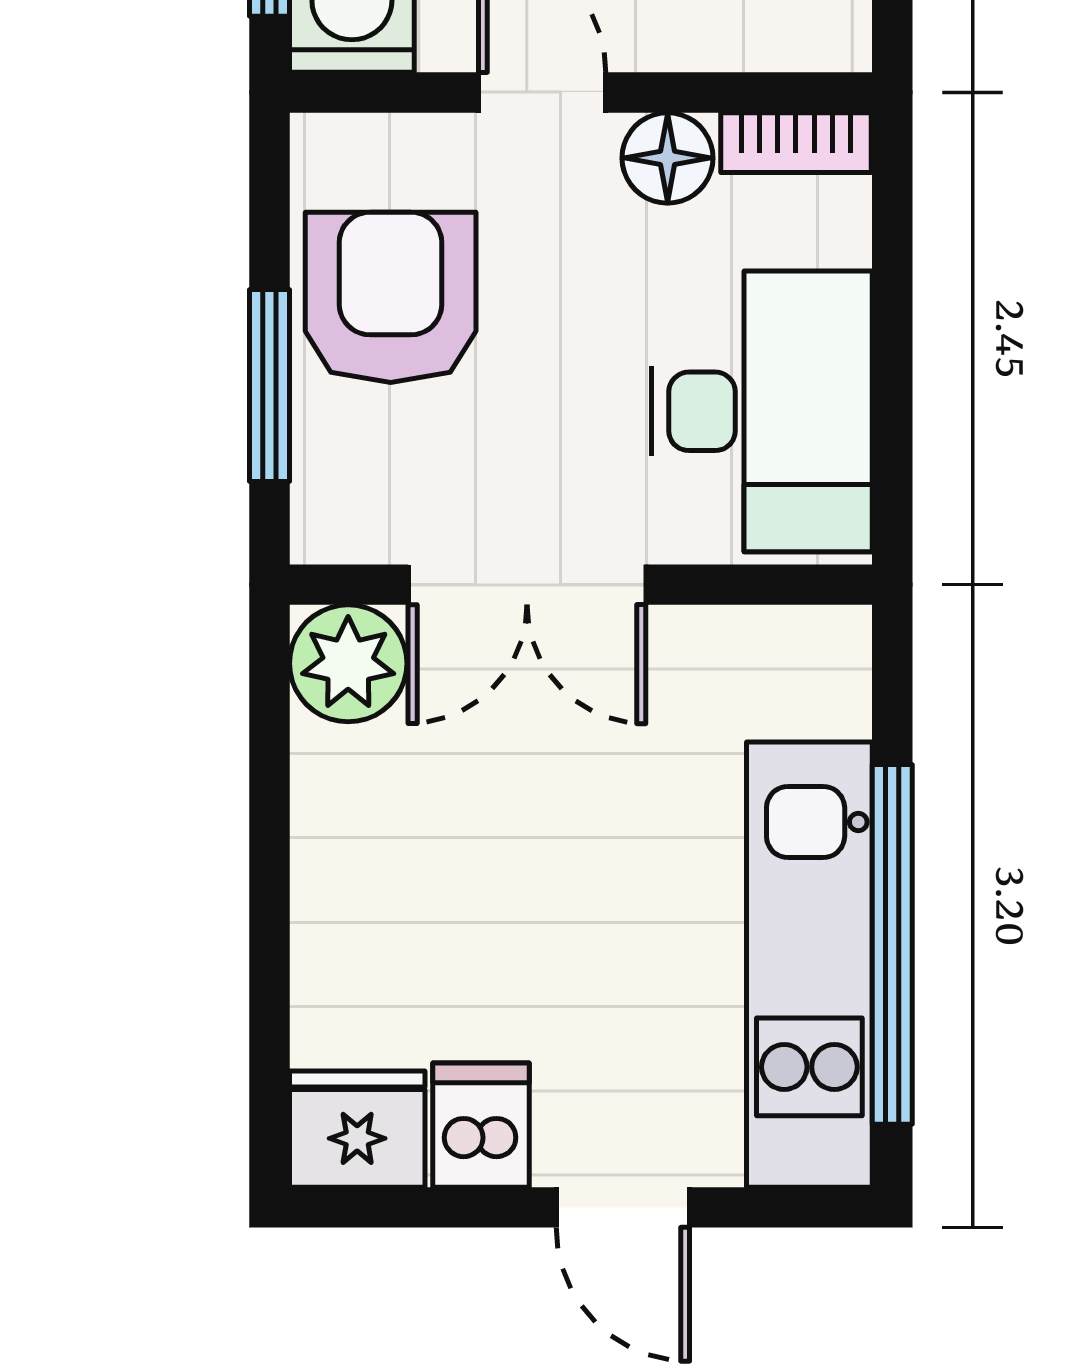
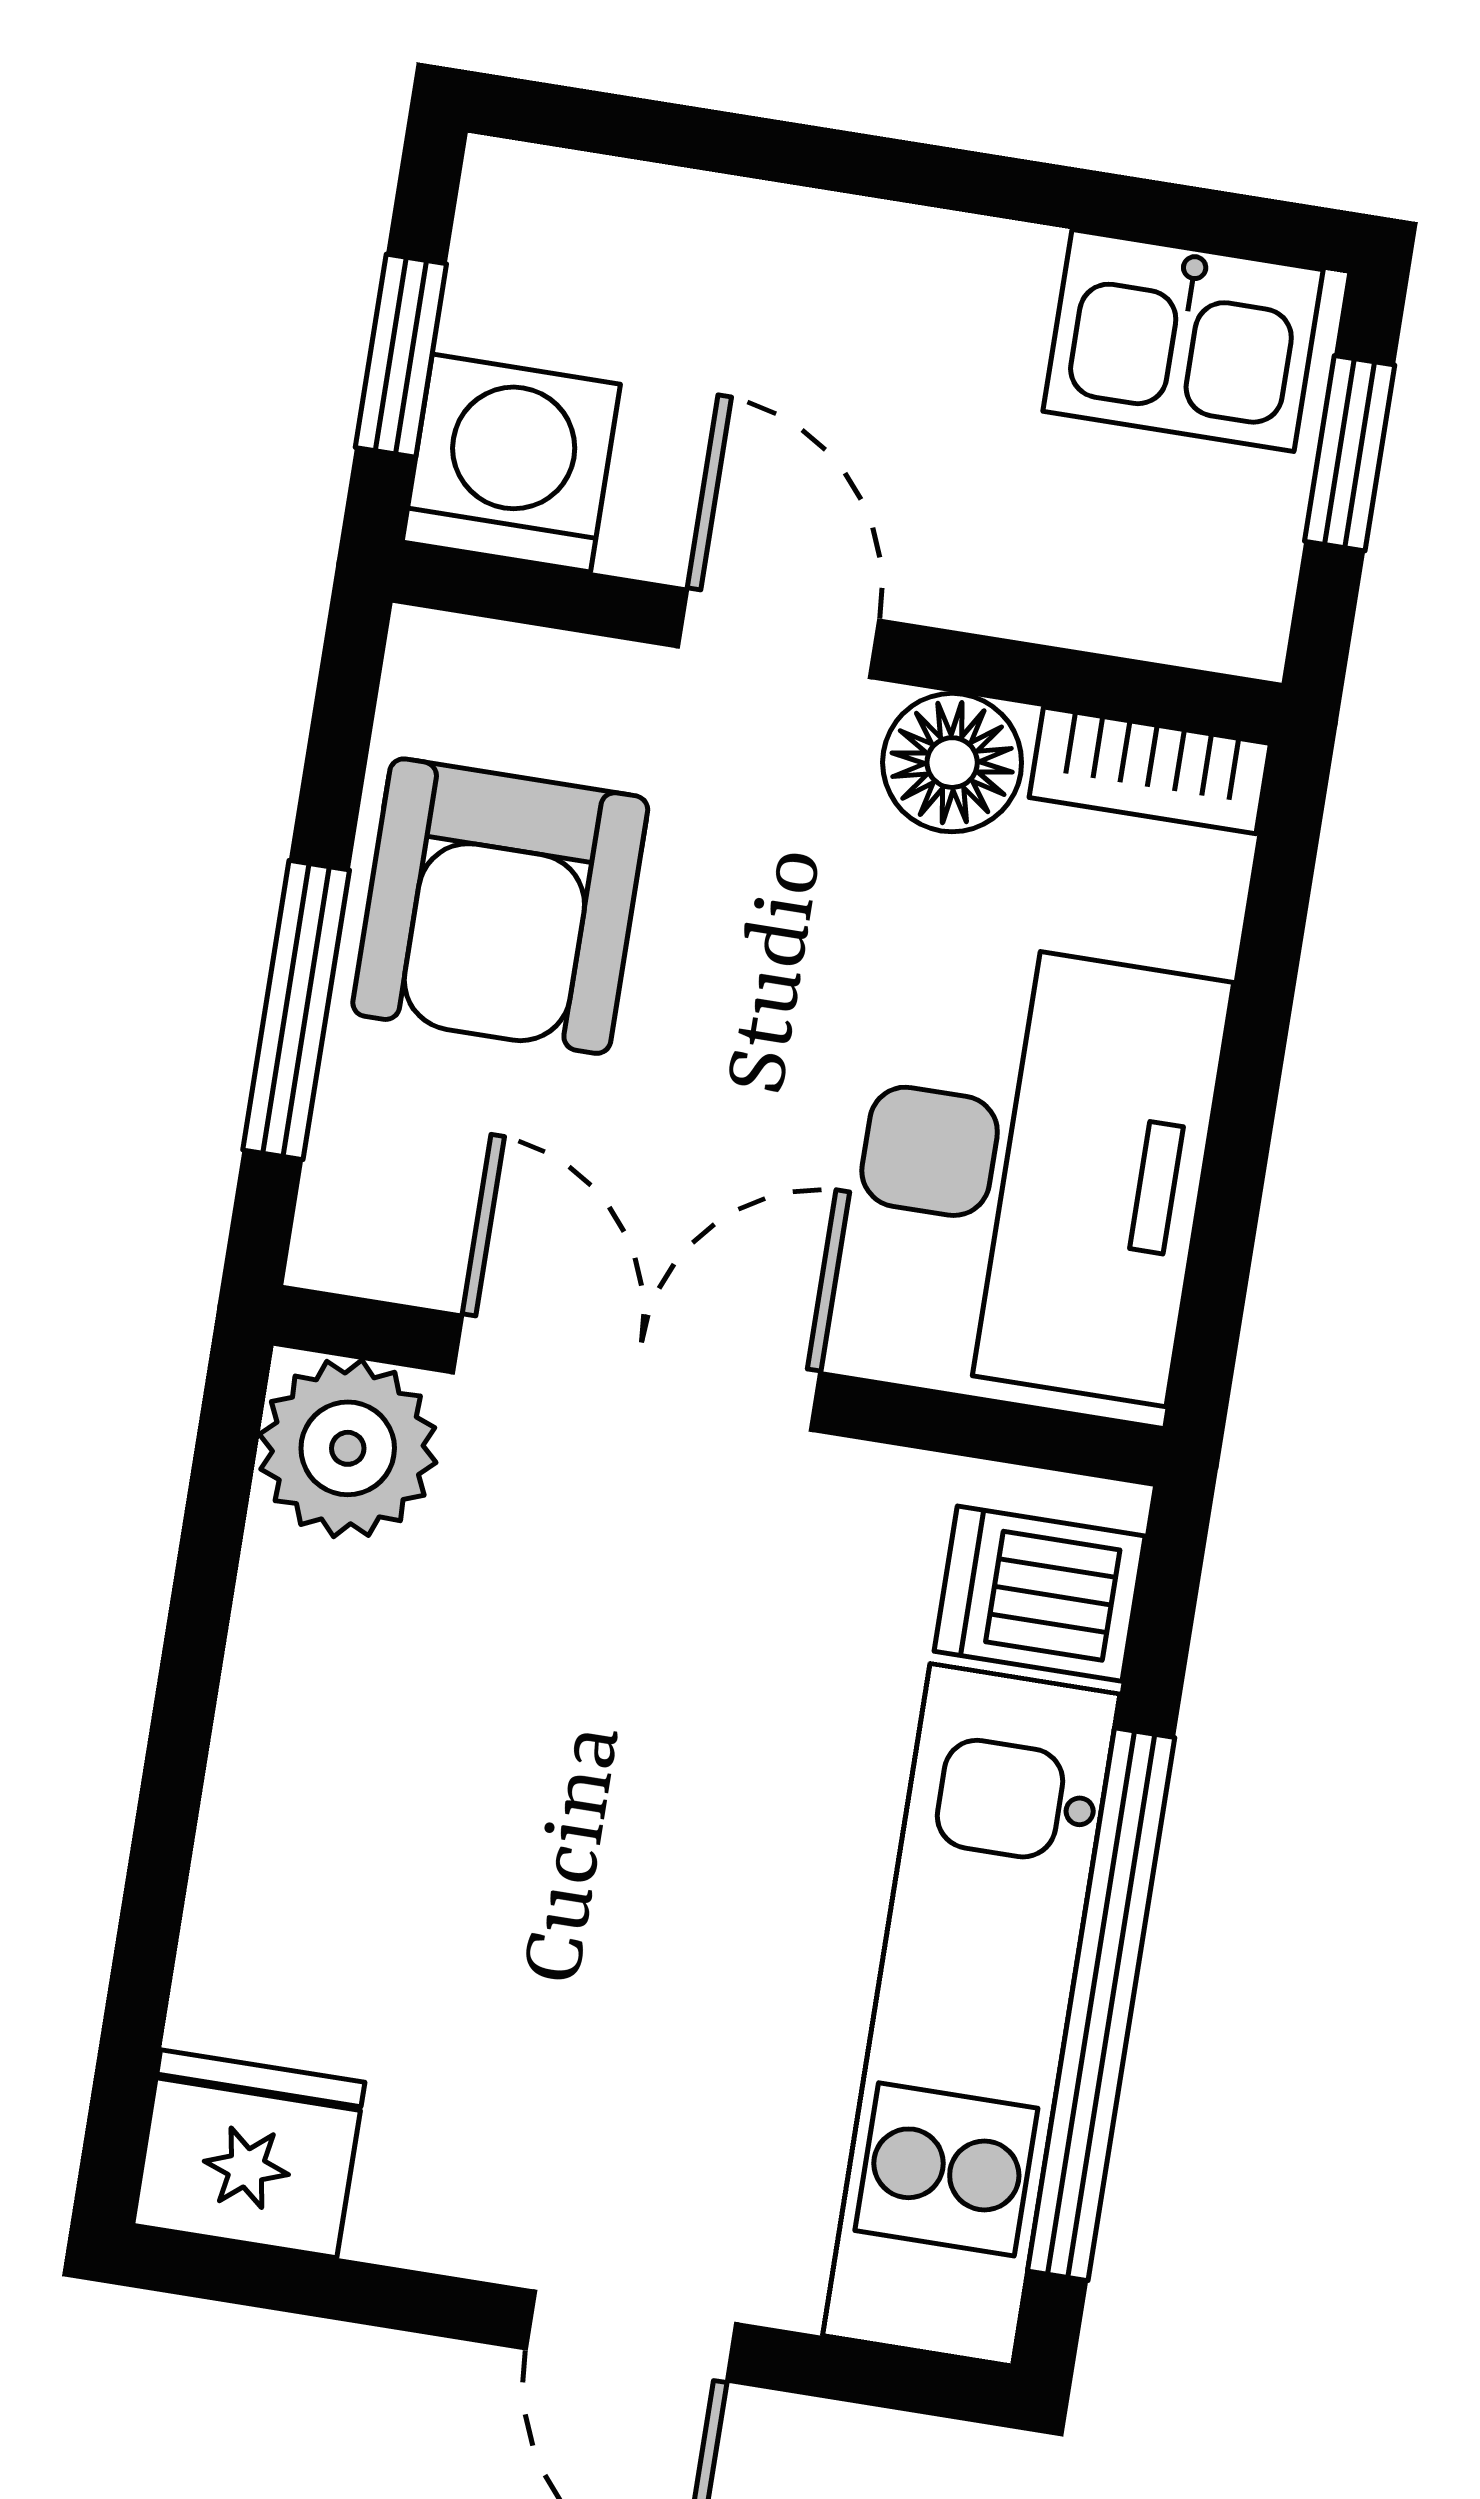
armchair: (391, 297) -> (500, 906), turned 180
double door: (527, 585) -> (637, 1373), swing flipped
dishwasher: (481, 1125) -> (1040, 1594), moved, turned -90

